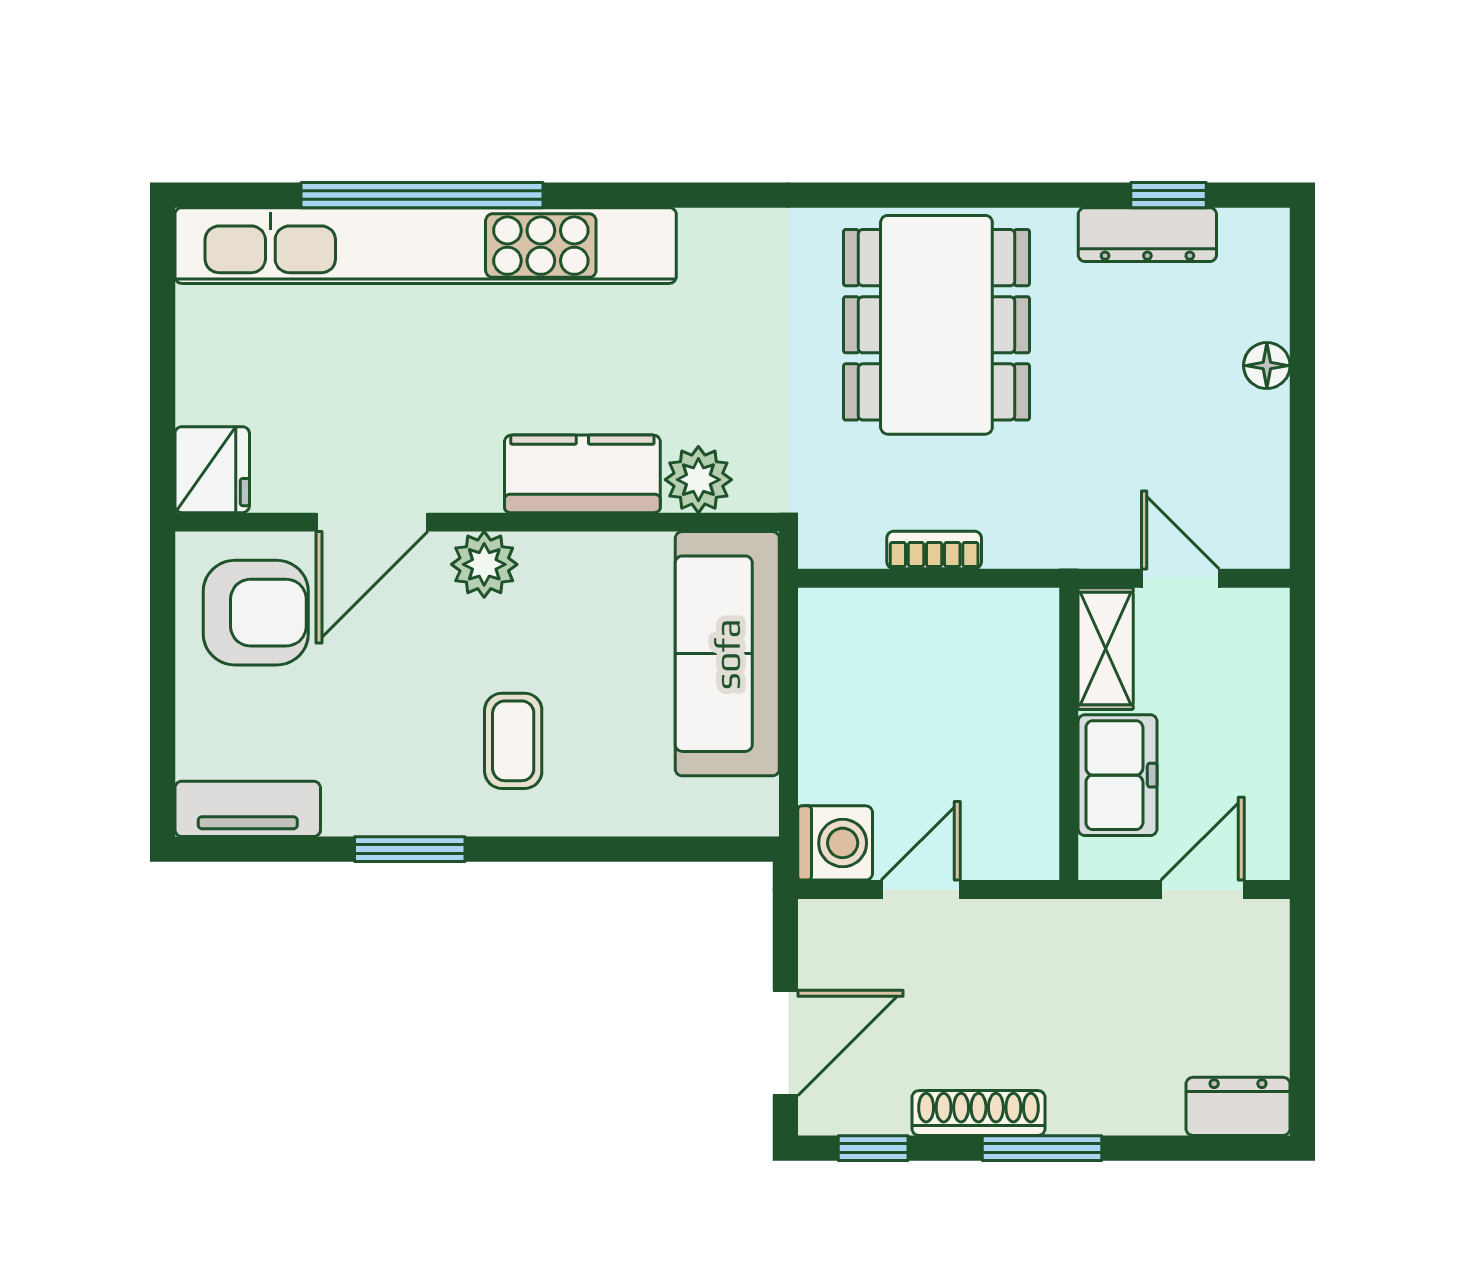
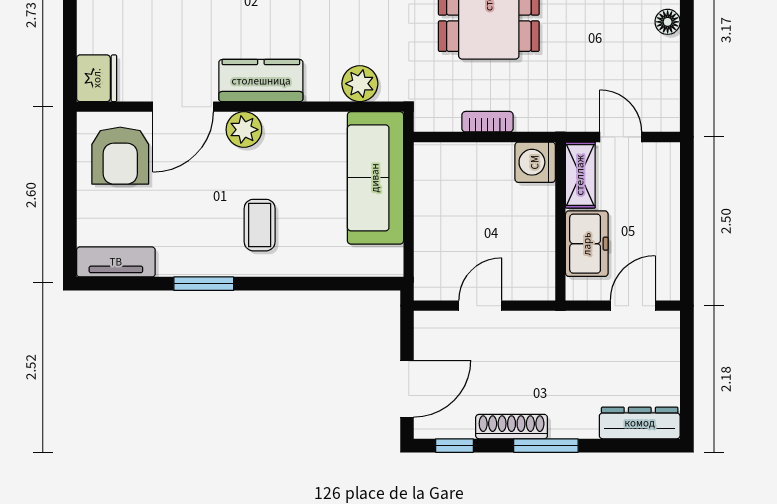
kitchen counter: (582, 474) -> (261, 81), moved
armchair: (256, 613) -> (120, 156), turned 90
washing machine: (835, 843) -> (535, 162), moved, turned 180
dresser: (1238, 1106) -> (640, 423), width x1.44

